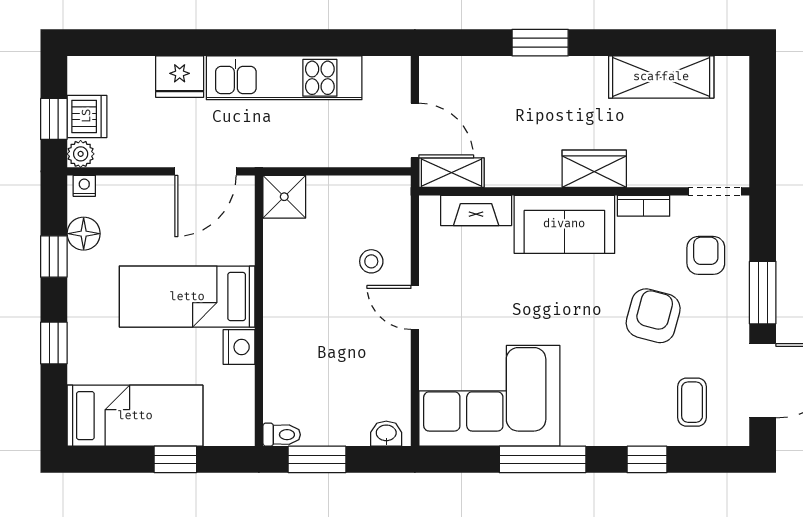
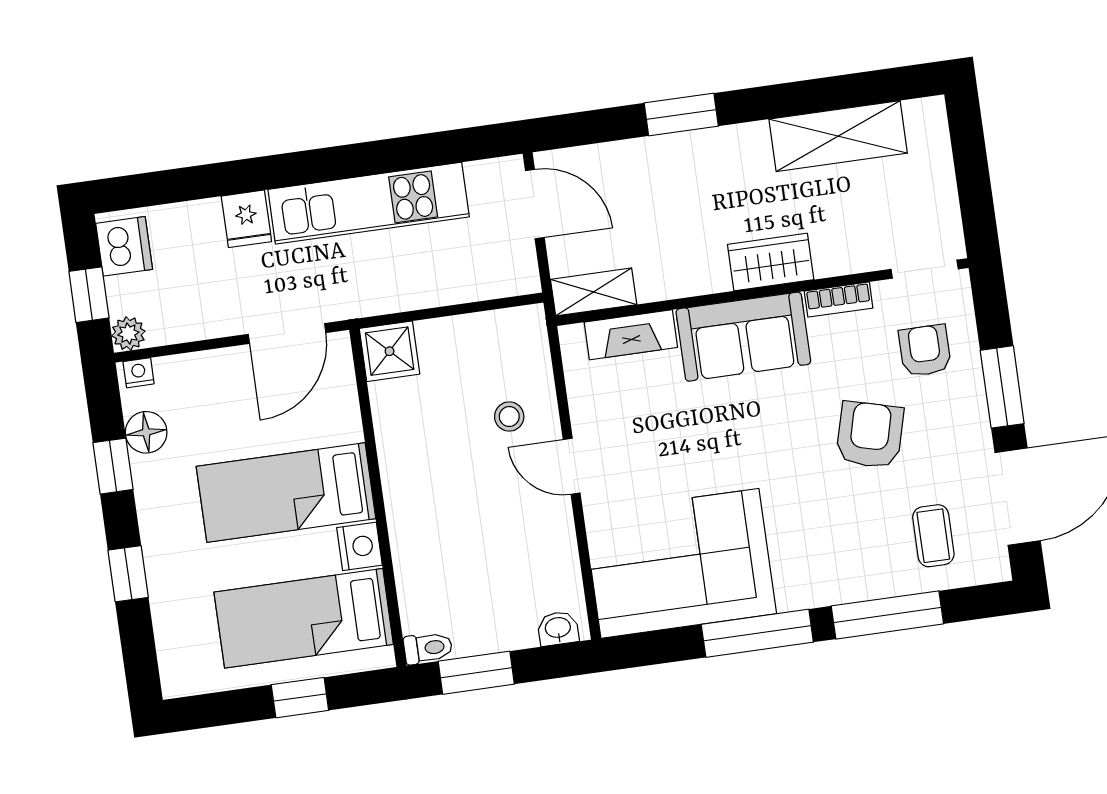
fridge: (180, 77) -> (246, 219), width x0.72
dishwasher: (87, 116) -> (124, 246), moved
door: (415, 131) -> (535, 204), moved
bed: (135, 416) -> (304, 618), moved, turned 180
window: (647, 459) -> (887, 615), width x2.17

